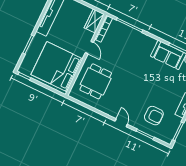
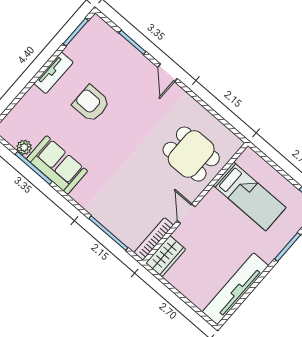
bed: (57, 67) -> (250, 196), width x0.49
dining table: (96, 81) -> (191, 154), turned 90
armchair: (154, 116) -> (91, 104), moved

